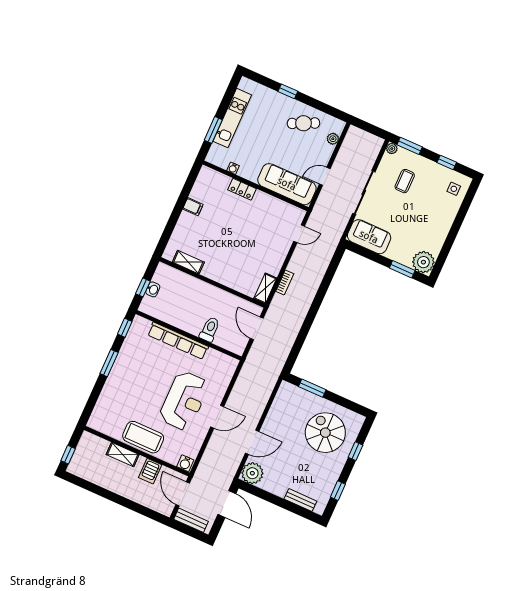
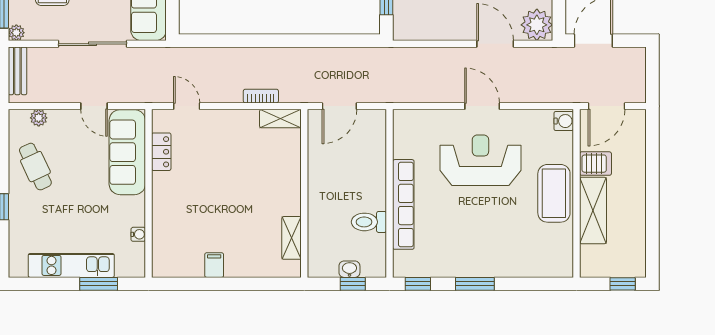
locker: (242, 189) -> (161, 152), moved
toilet: (210, 329) -> (369, 222), moved
shelving: (123, 455) -> (593, 210), width x1.50, depth x1.33
bench: (191, 520) -> (17, 71), moved

